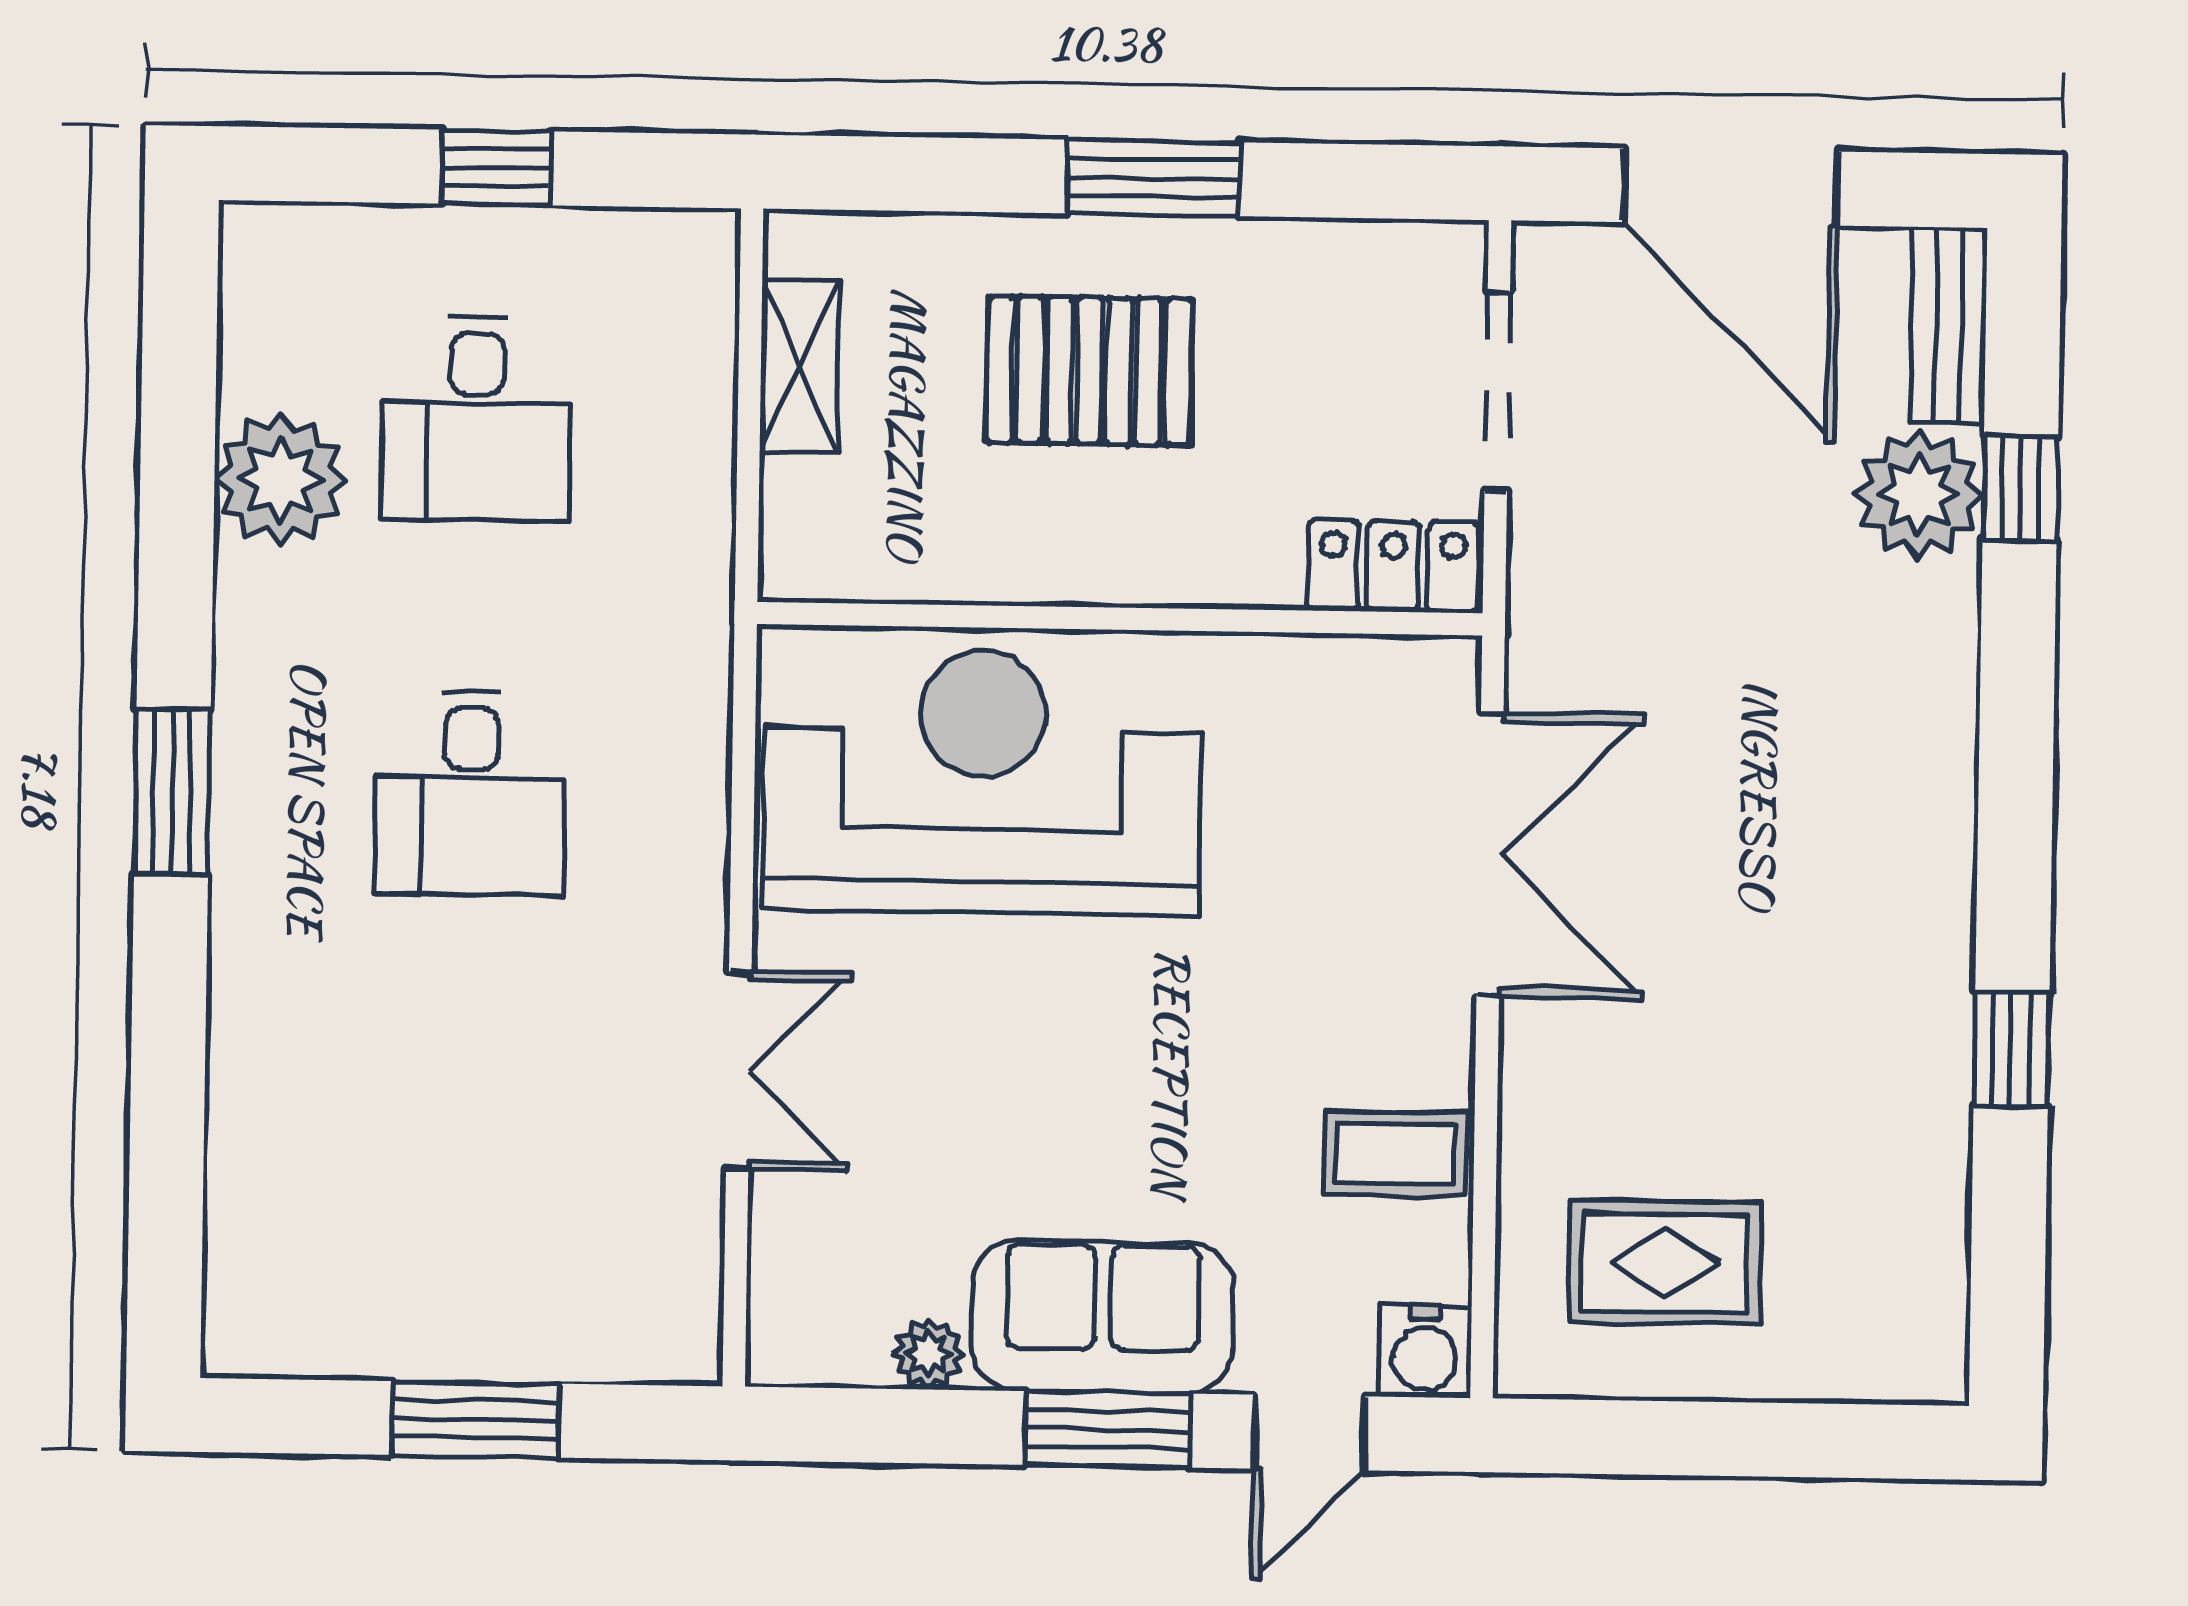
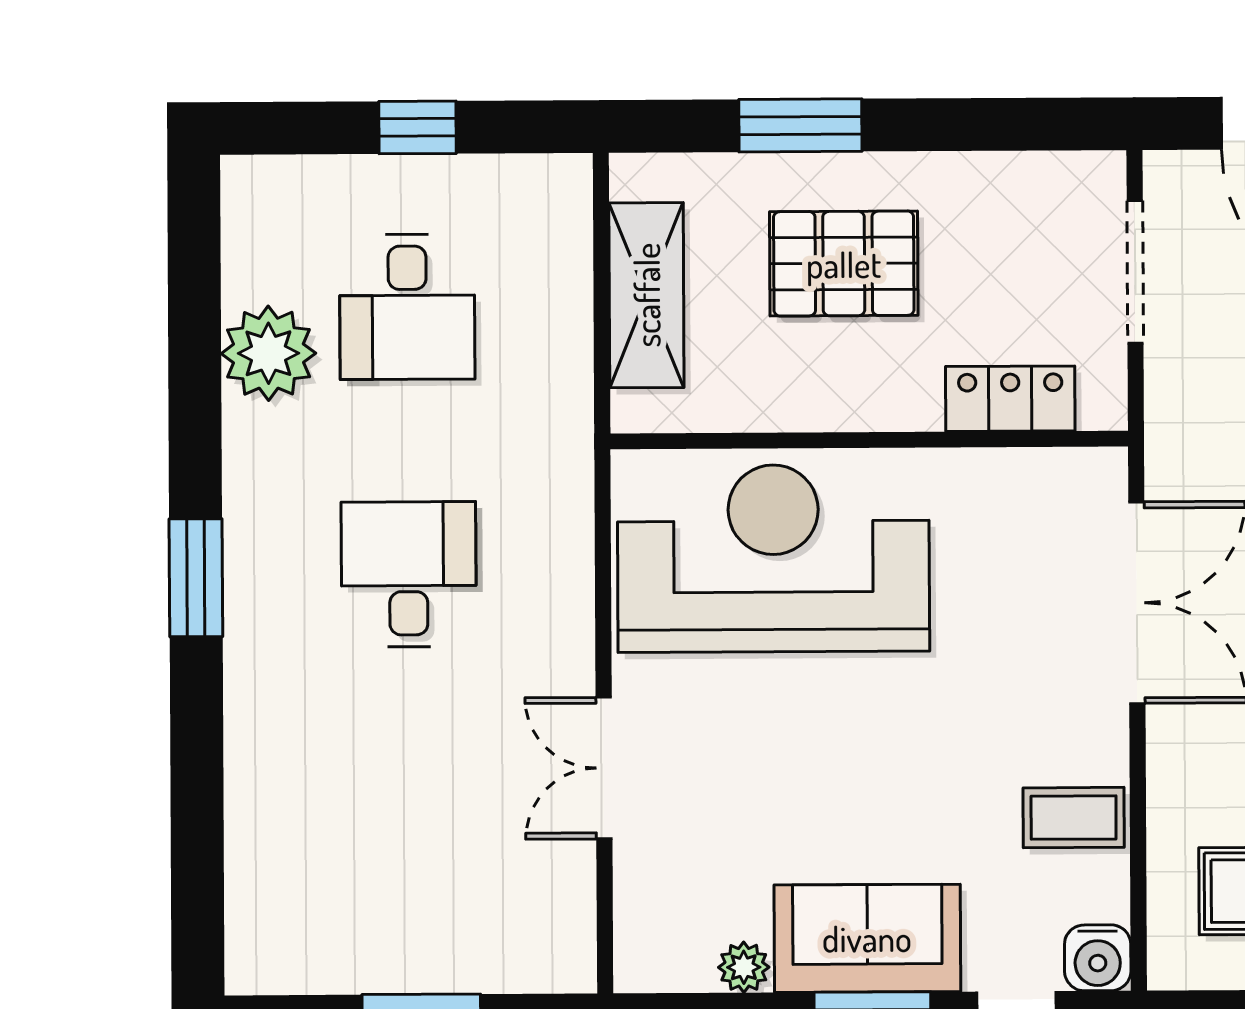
window: (1153, 178) -> (800, 125), moved
shelving: (800, 366) -> (646, 295), width x1.50, depth x1.33
locker: (1393, 566) -> (1010, 399), moved
desk: (471, 793) -> (409, 574), turned 180
double door: (739, 1071) -> (604, 768), swing flipped

